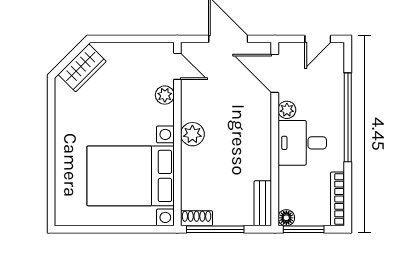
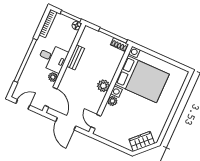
plant: (165, 95) -> (112, 101), moved
bench: (263, 203) -> (76, 57), moved

